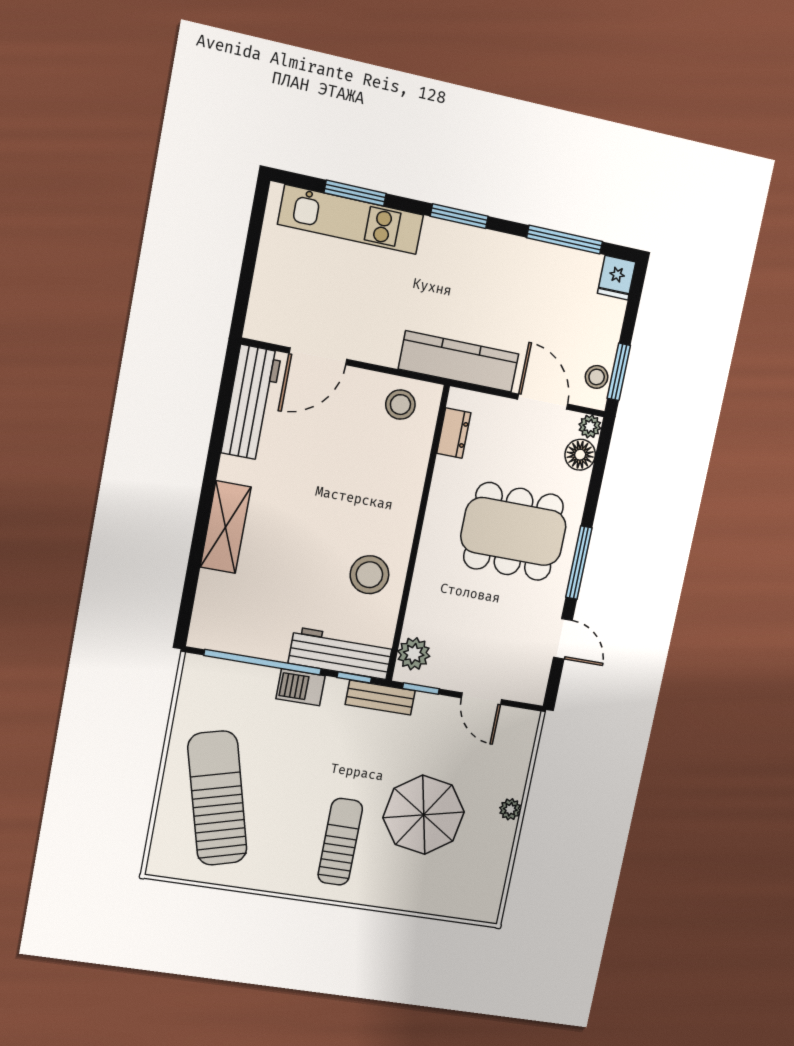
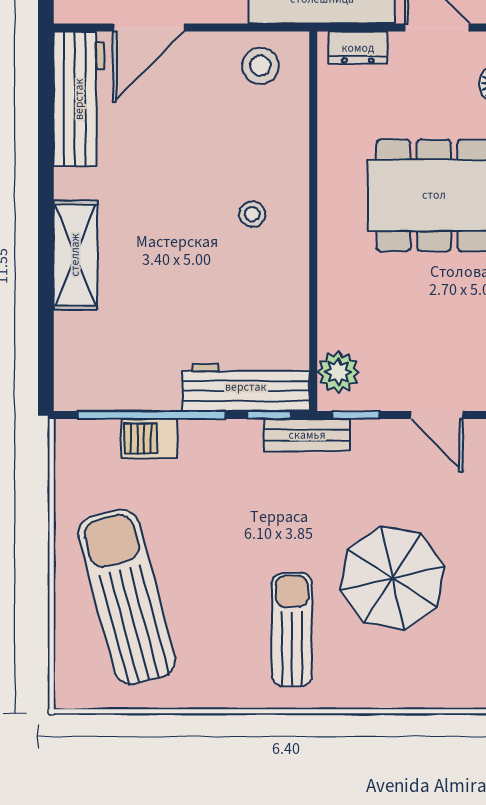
dresser: (454, 433) -> (358, 48), moved, turned 90
stool: (369, 575) -> (252, 214), moved, width x0.53, depth x0.53
barbecue: (301, 687) -> (149, 439), moved

